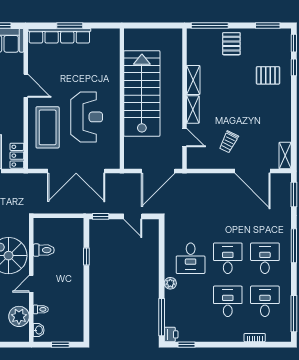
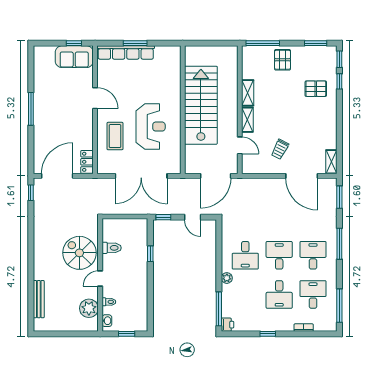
coffee table: (48, 127) -> (115, 136), width x0.73, depth x0.76
desk: (228, 301) -> (279, 294), turned 180
window: (186, 345) -> (268, 334), moved

